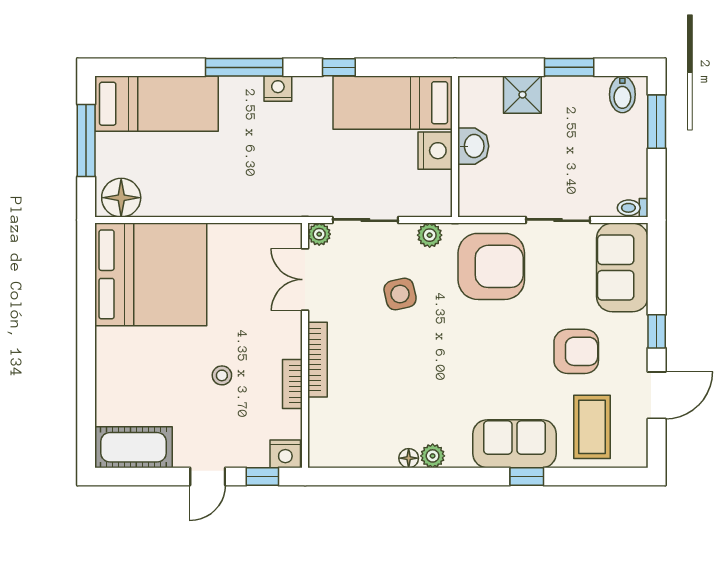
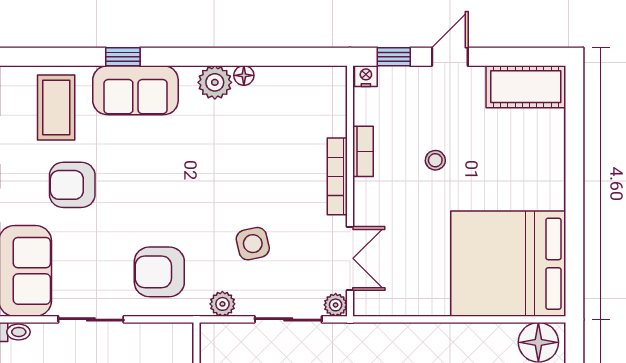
armchair: (491, 266) -> (159, 272), width x0.73, depth x0.73
nightstand: (285, 454) -> (366, 76), width x0.72, depth x0.74
plant: (433, 456) -> (215, 82), width x1.38, depth x1.38

